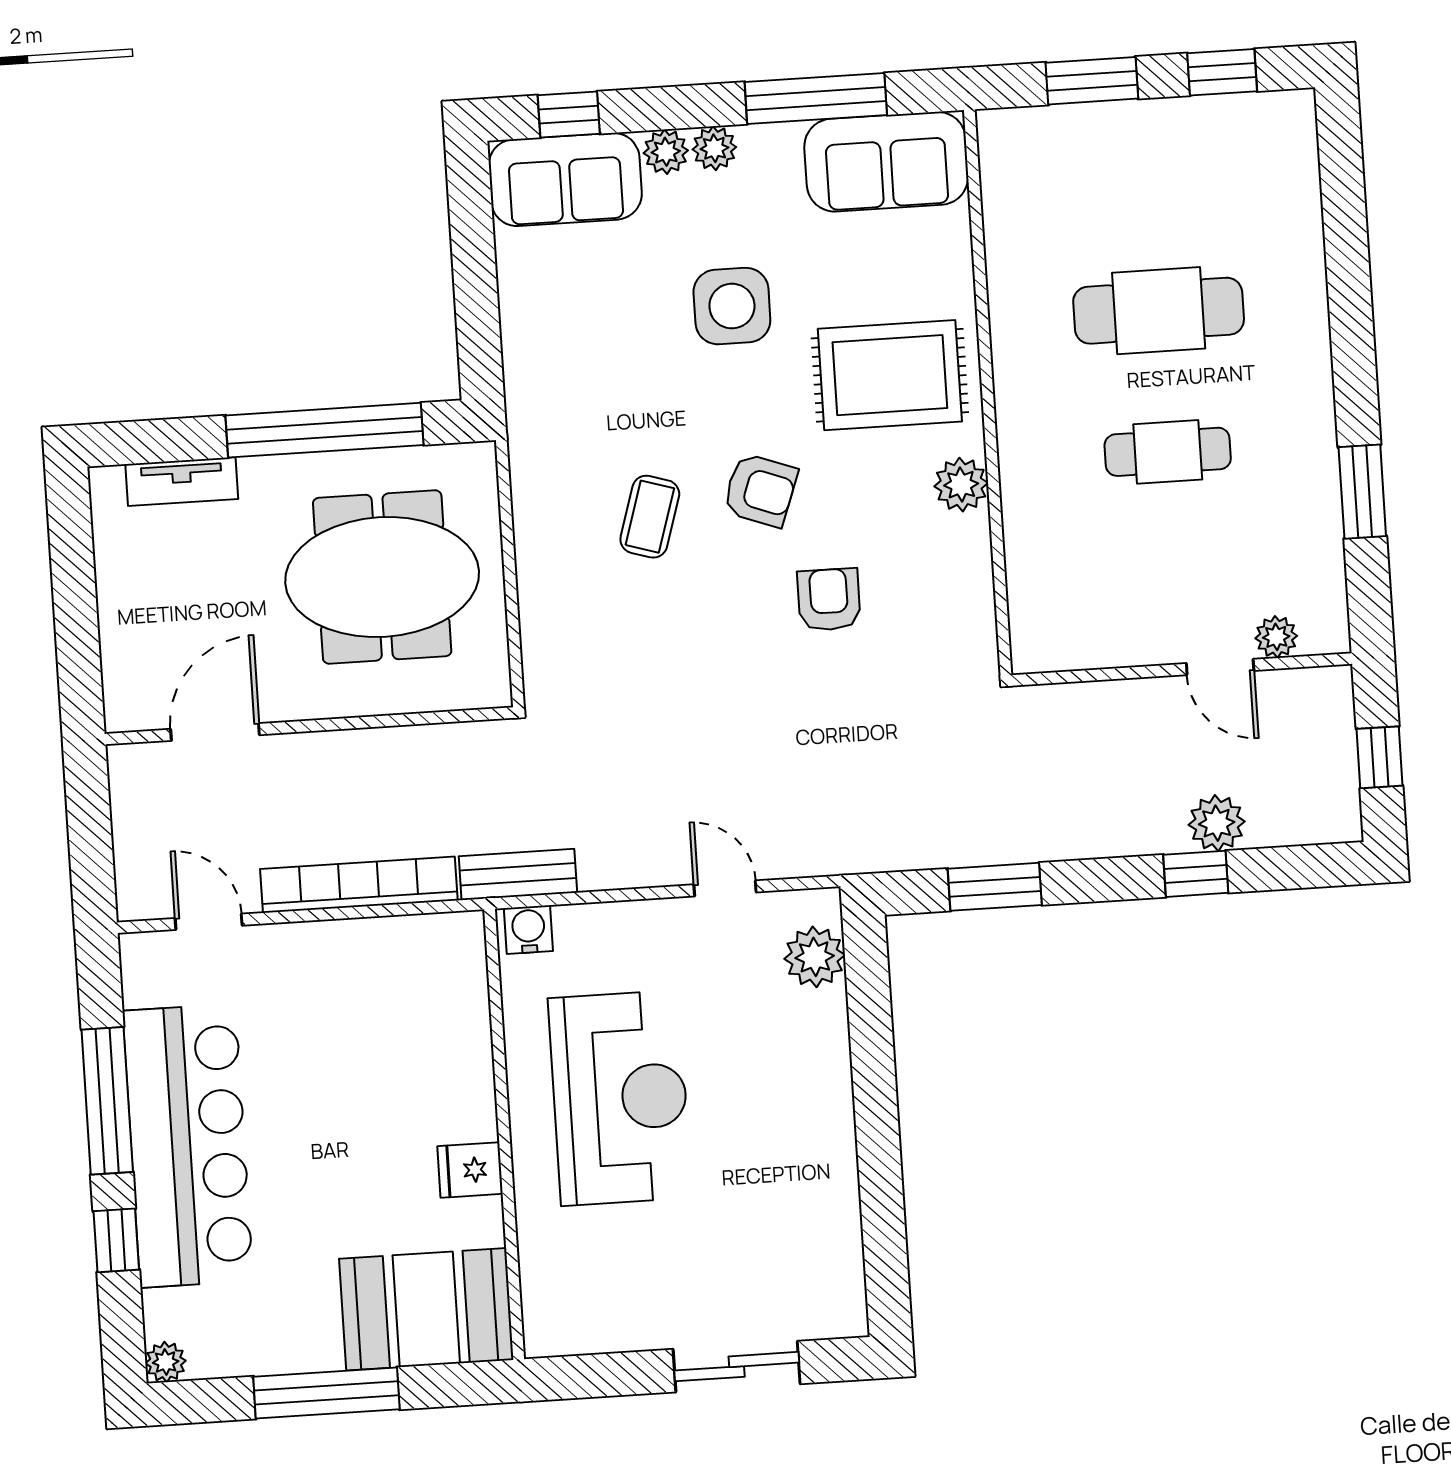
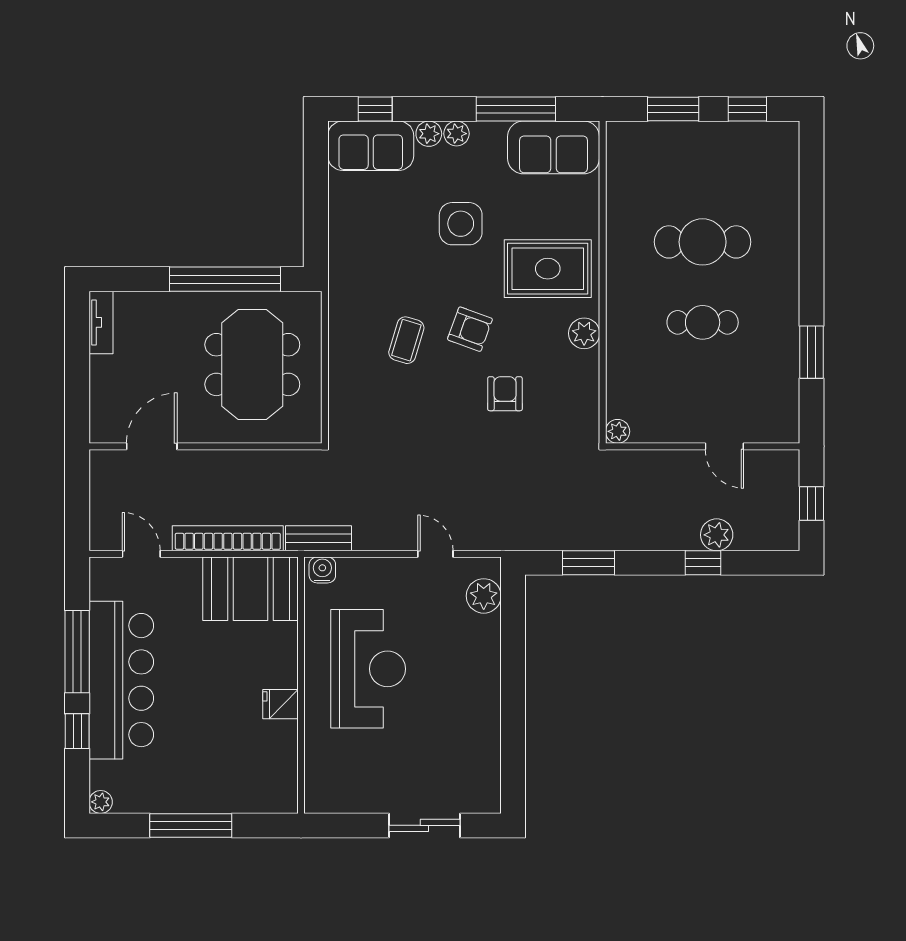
tv unit: (182, 482) -> (101, 322), moved, turned -90
meeting table: (382, 577) -> (252, 365), turned 90
plant: (1276, 637) -> (618, 431), moved
booth: (426, 1309) -> (250, 589), moved

